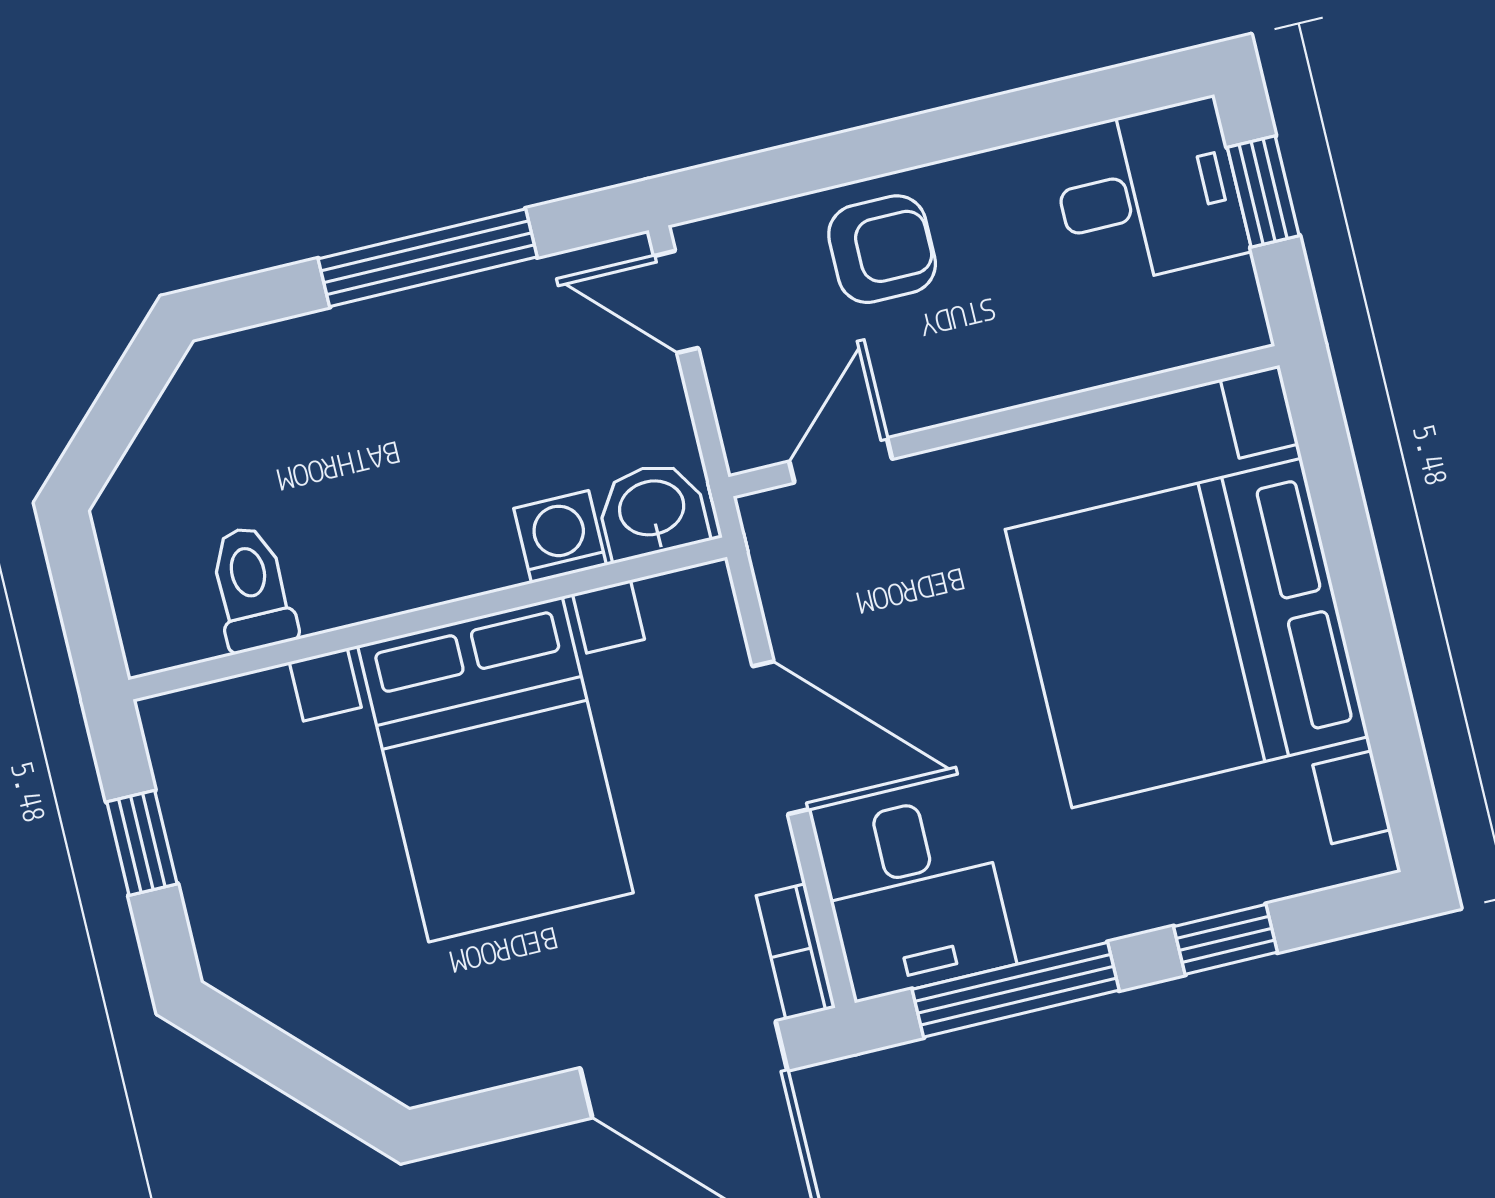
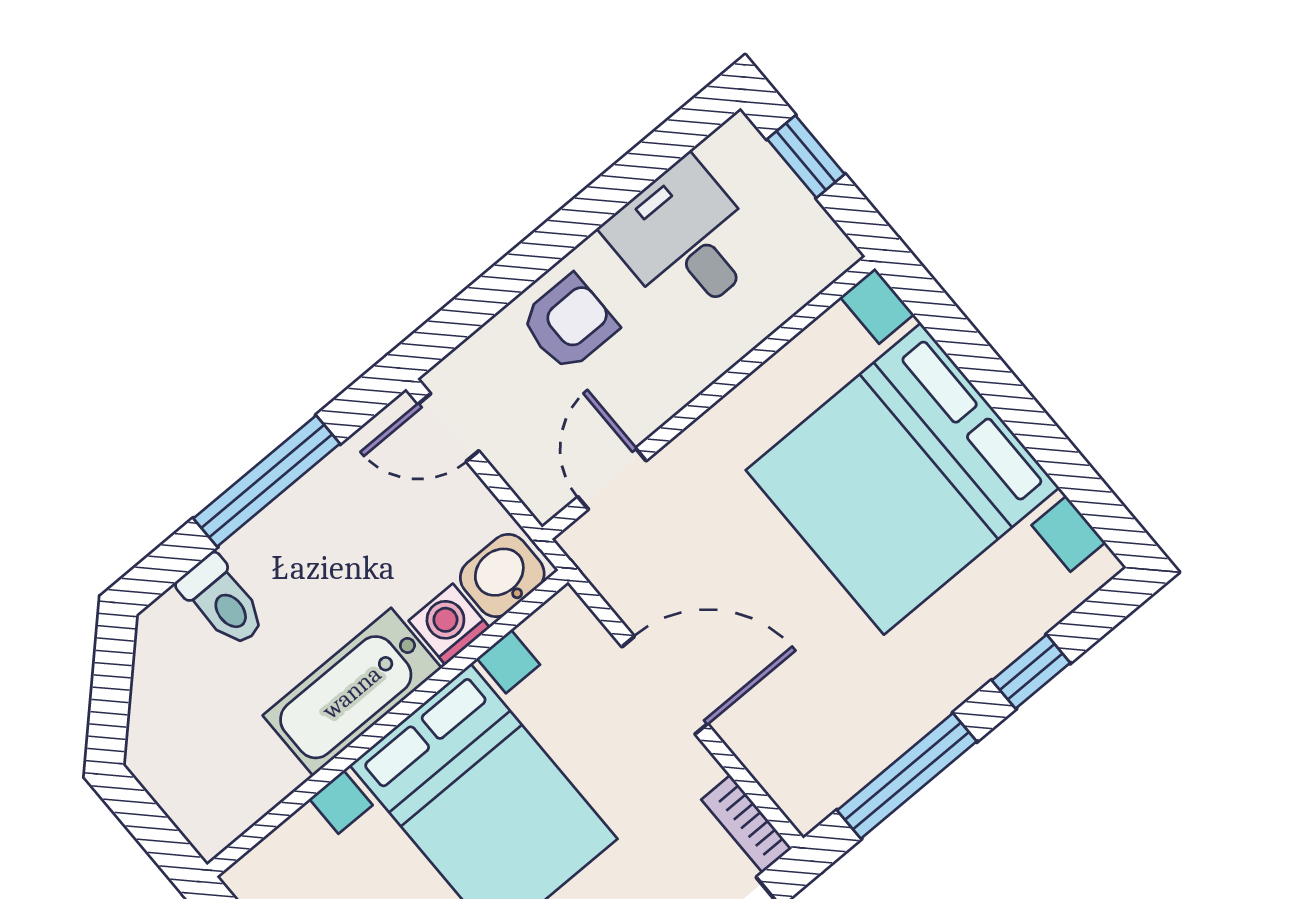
desk: (1148, 193) -> (685, 240), moved, turned -90
bathtub: (404, 560) -> (352, 692), added
toilet: (252, 589) -> (223, 601), moved, turned 180
desk: (915, 896) -> (808, 747), removed

